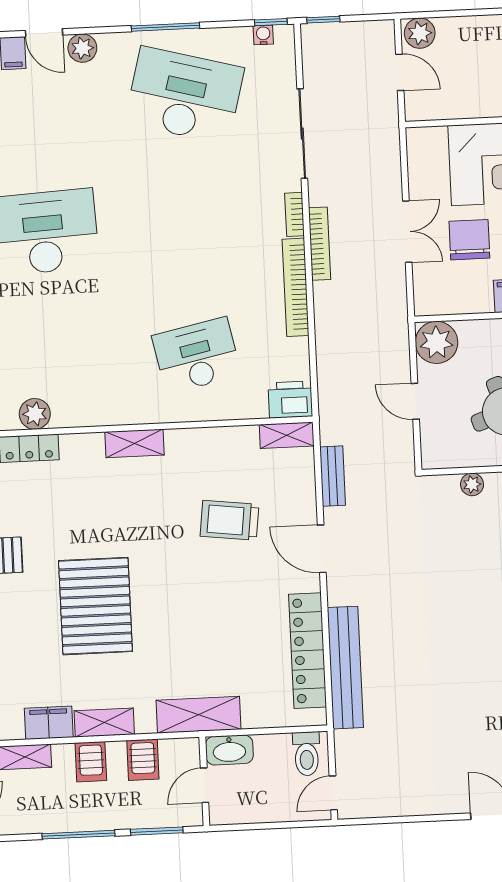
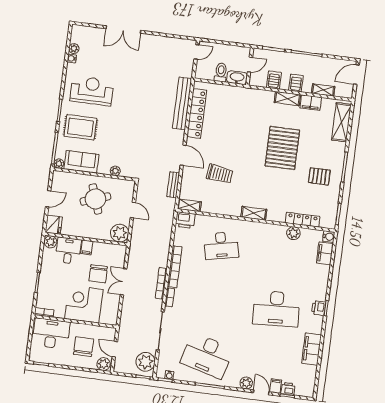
plant: (324, 56) -> (146, 362), added
chair: (473, 65) -> (83, 347), added
shelving: (199, 715) -> (247, 95), removed
toilet: (307, 754) -> (221, 72), moved

